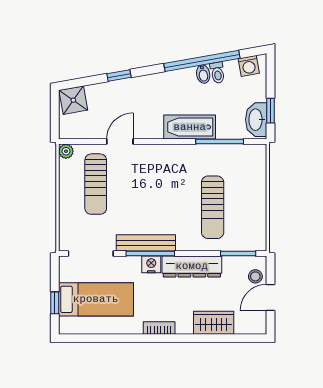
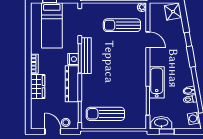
sun lounger: (213, 207) -> (105, 114), moved
wardrobe: (214, 323) -> (38, 87), moved

